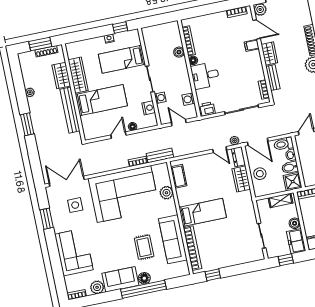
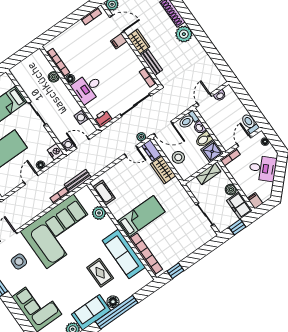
washing machine: (160, 98) -> (67, 145), moved
nightstand: (149, 108) -> (55, 152), moved

